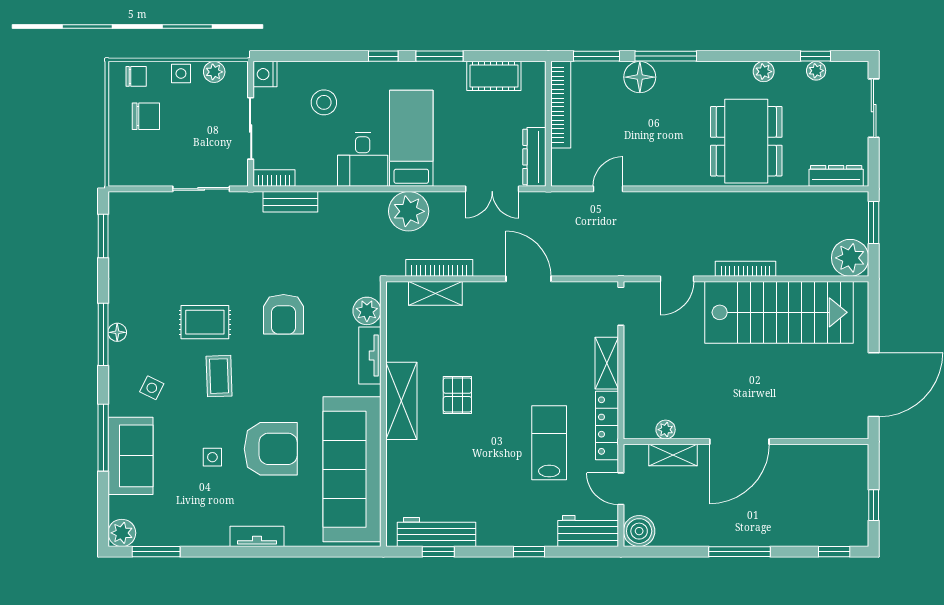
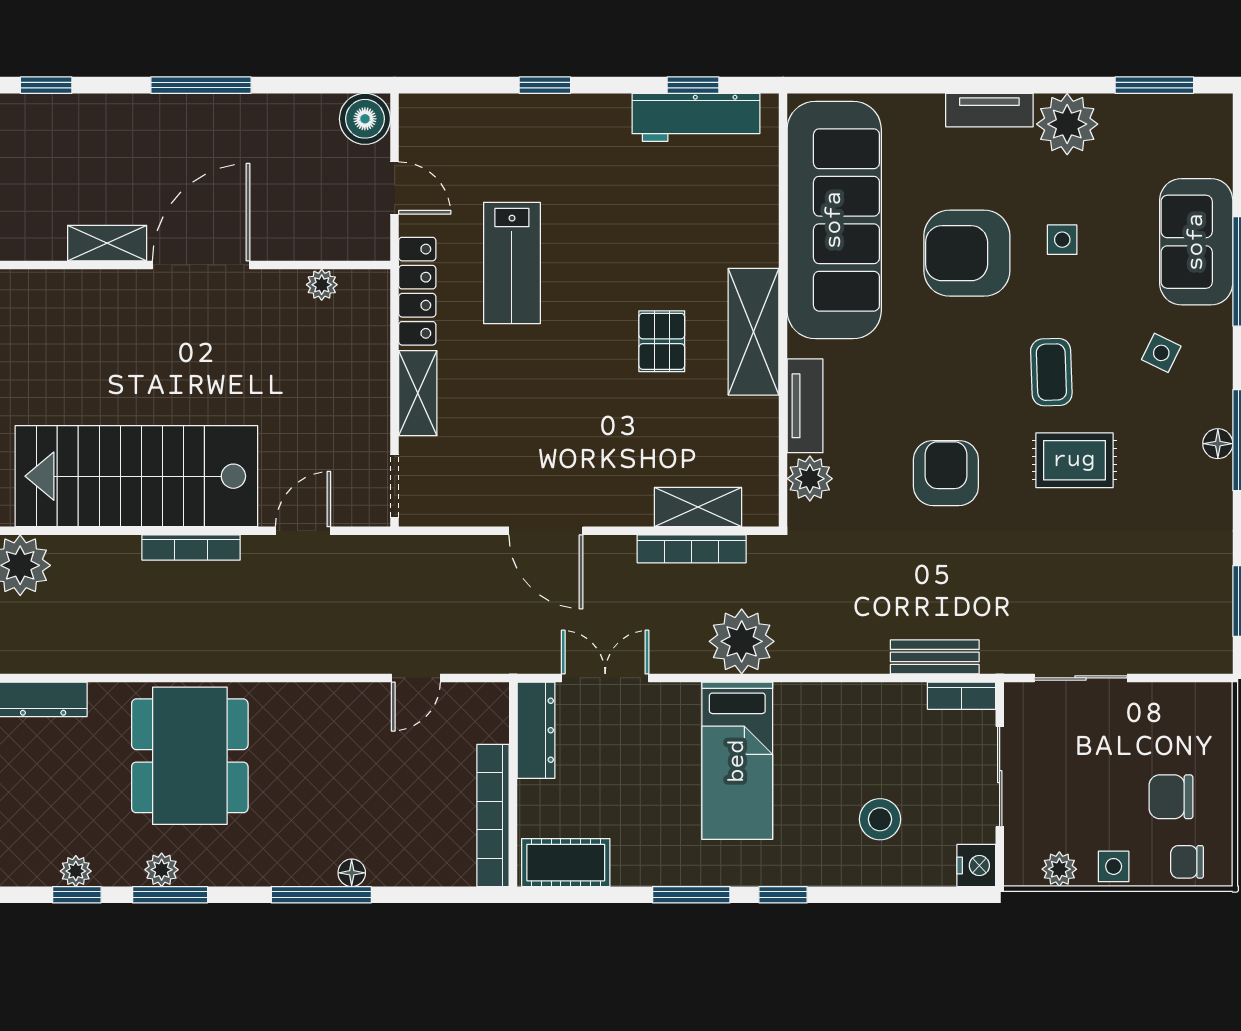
window: (596, 56) -> (170, 895), moved
cot: (494, 76) -> (566, 863), moved
floor lamp: (640, 77) -> (352, 873), width x0.53, depth x0.53
desk: (363, 159) -> (817, 726), removed
shelving: (673, 455) -> (107, 243), moved
workbench: (588, 531) -> (448, 119), removed
plant: (122, 533) -> (1067, 124), moved, width x1.36, depth x1.36

